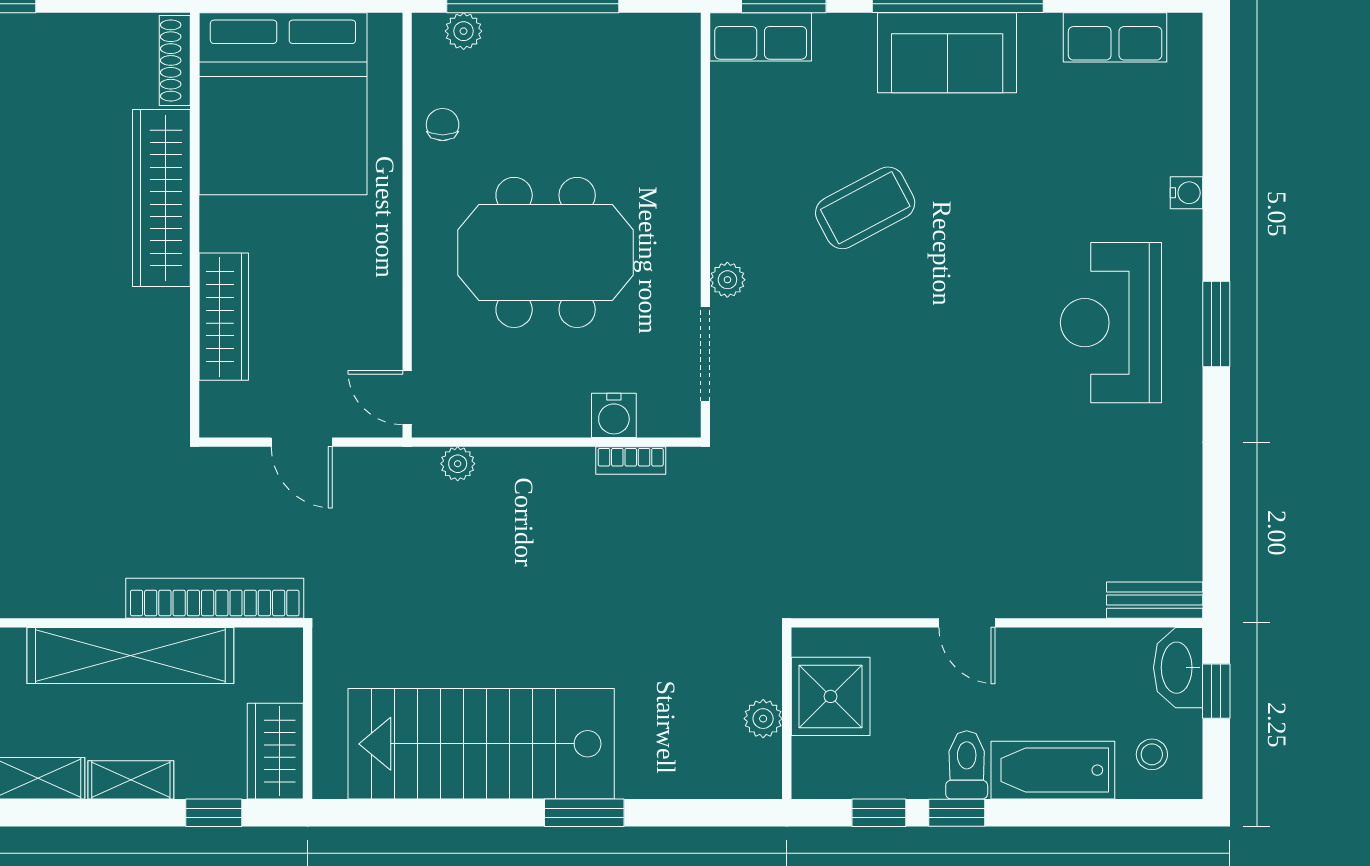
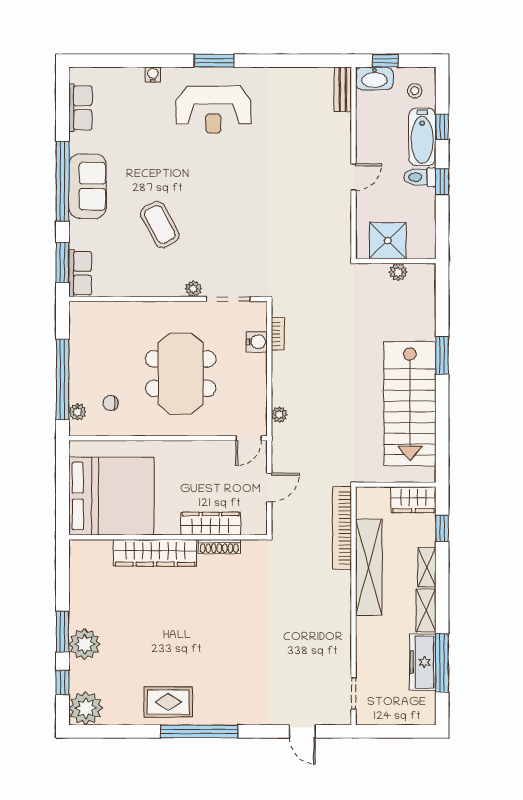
shoe rack: (175, 60) -> (219, 547), moved
chair: (443, 125) -> (111, 403), moved
window: (879, 813) -> (442, 127), moved

